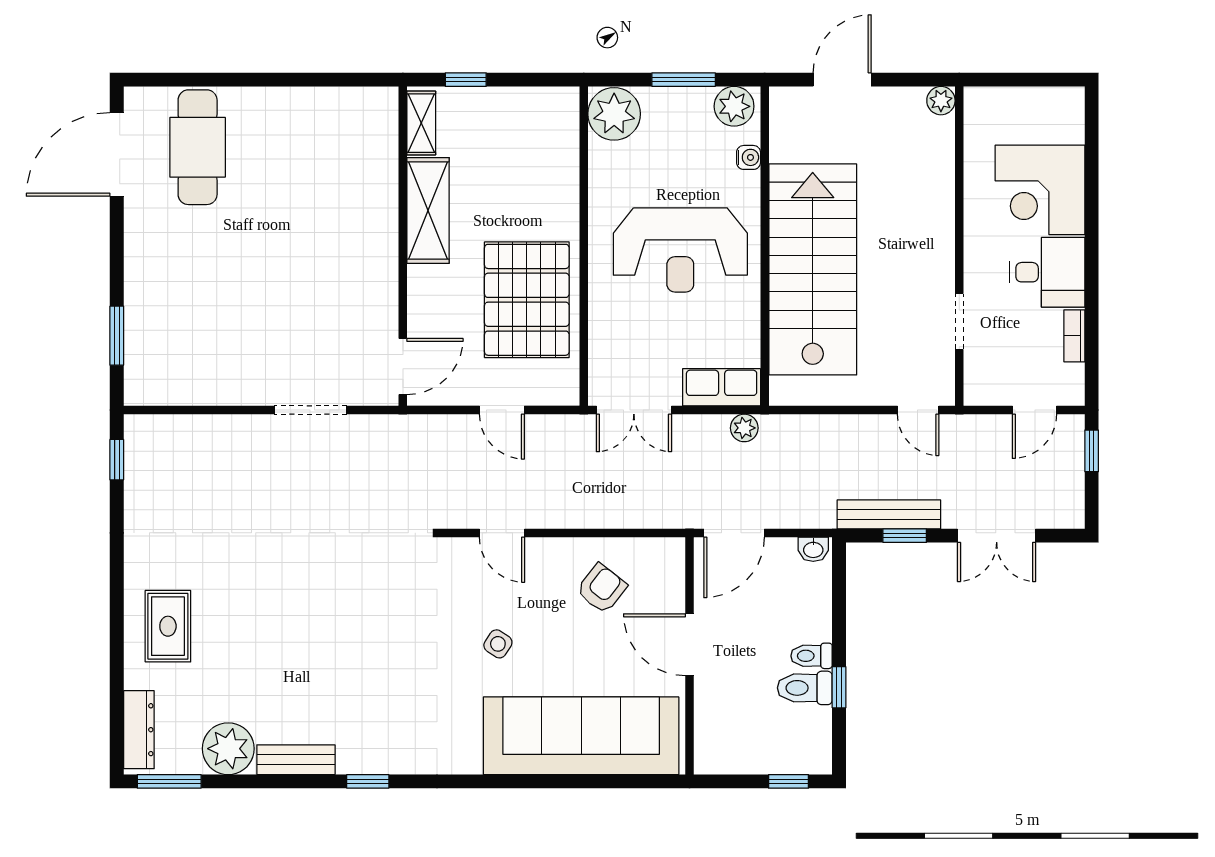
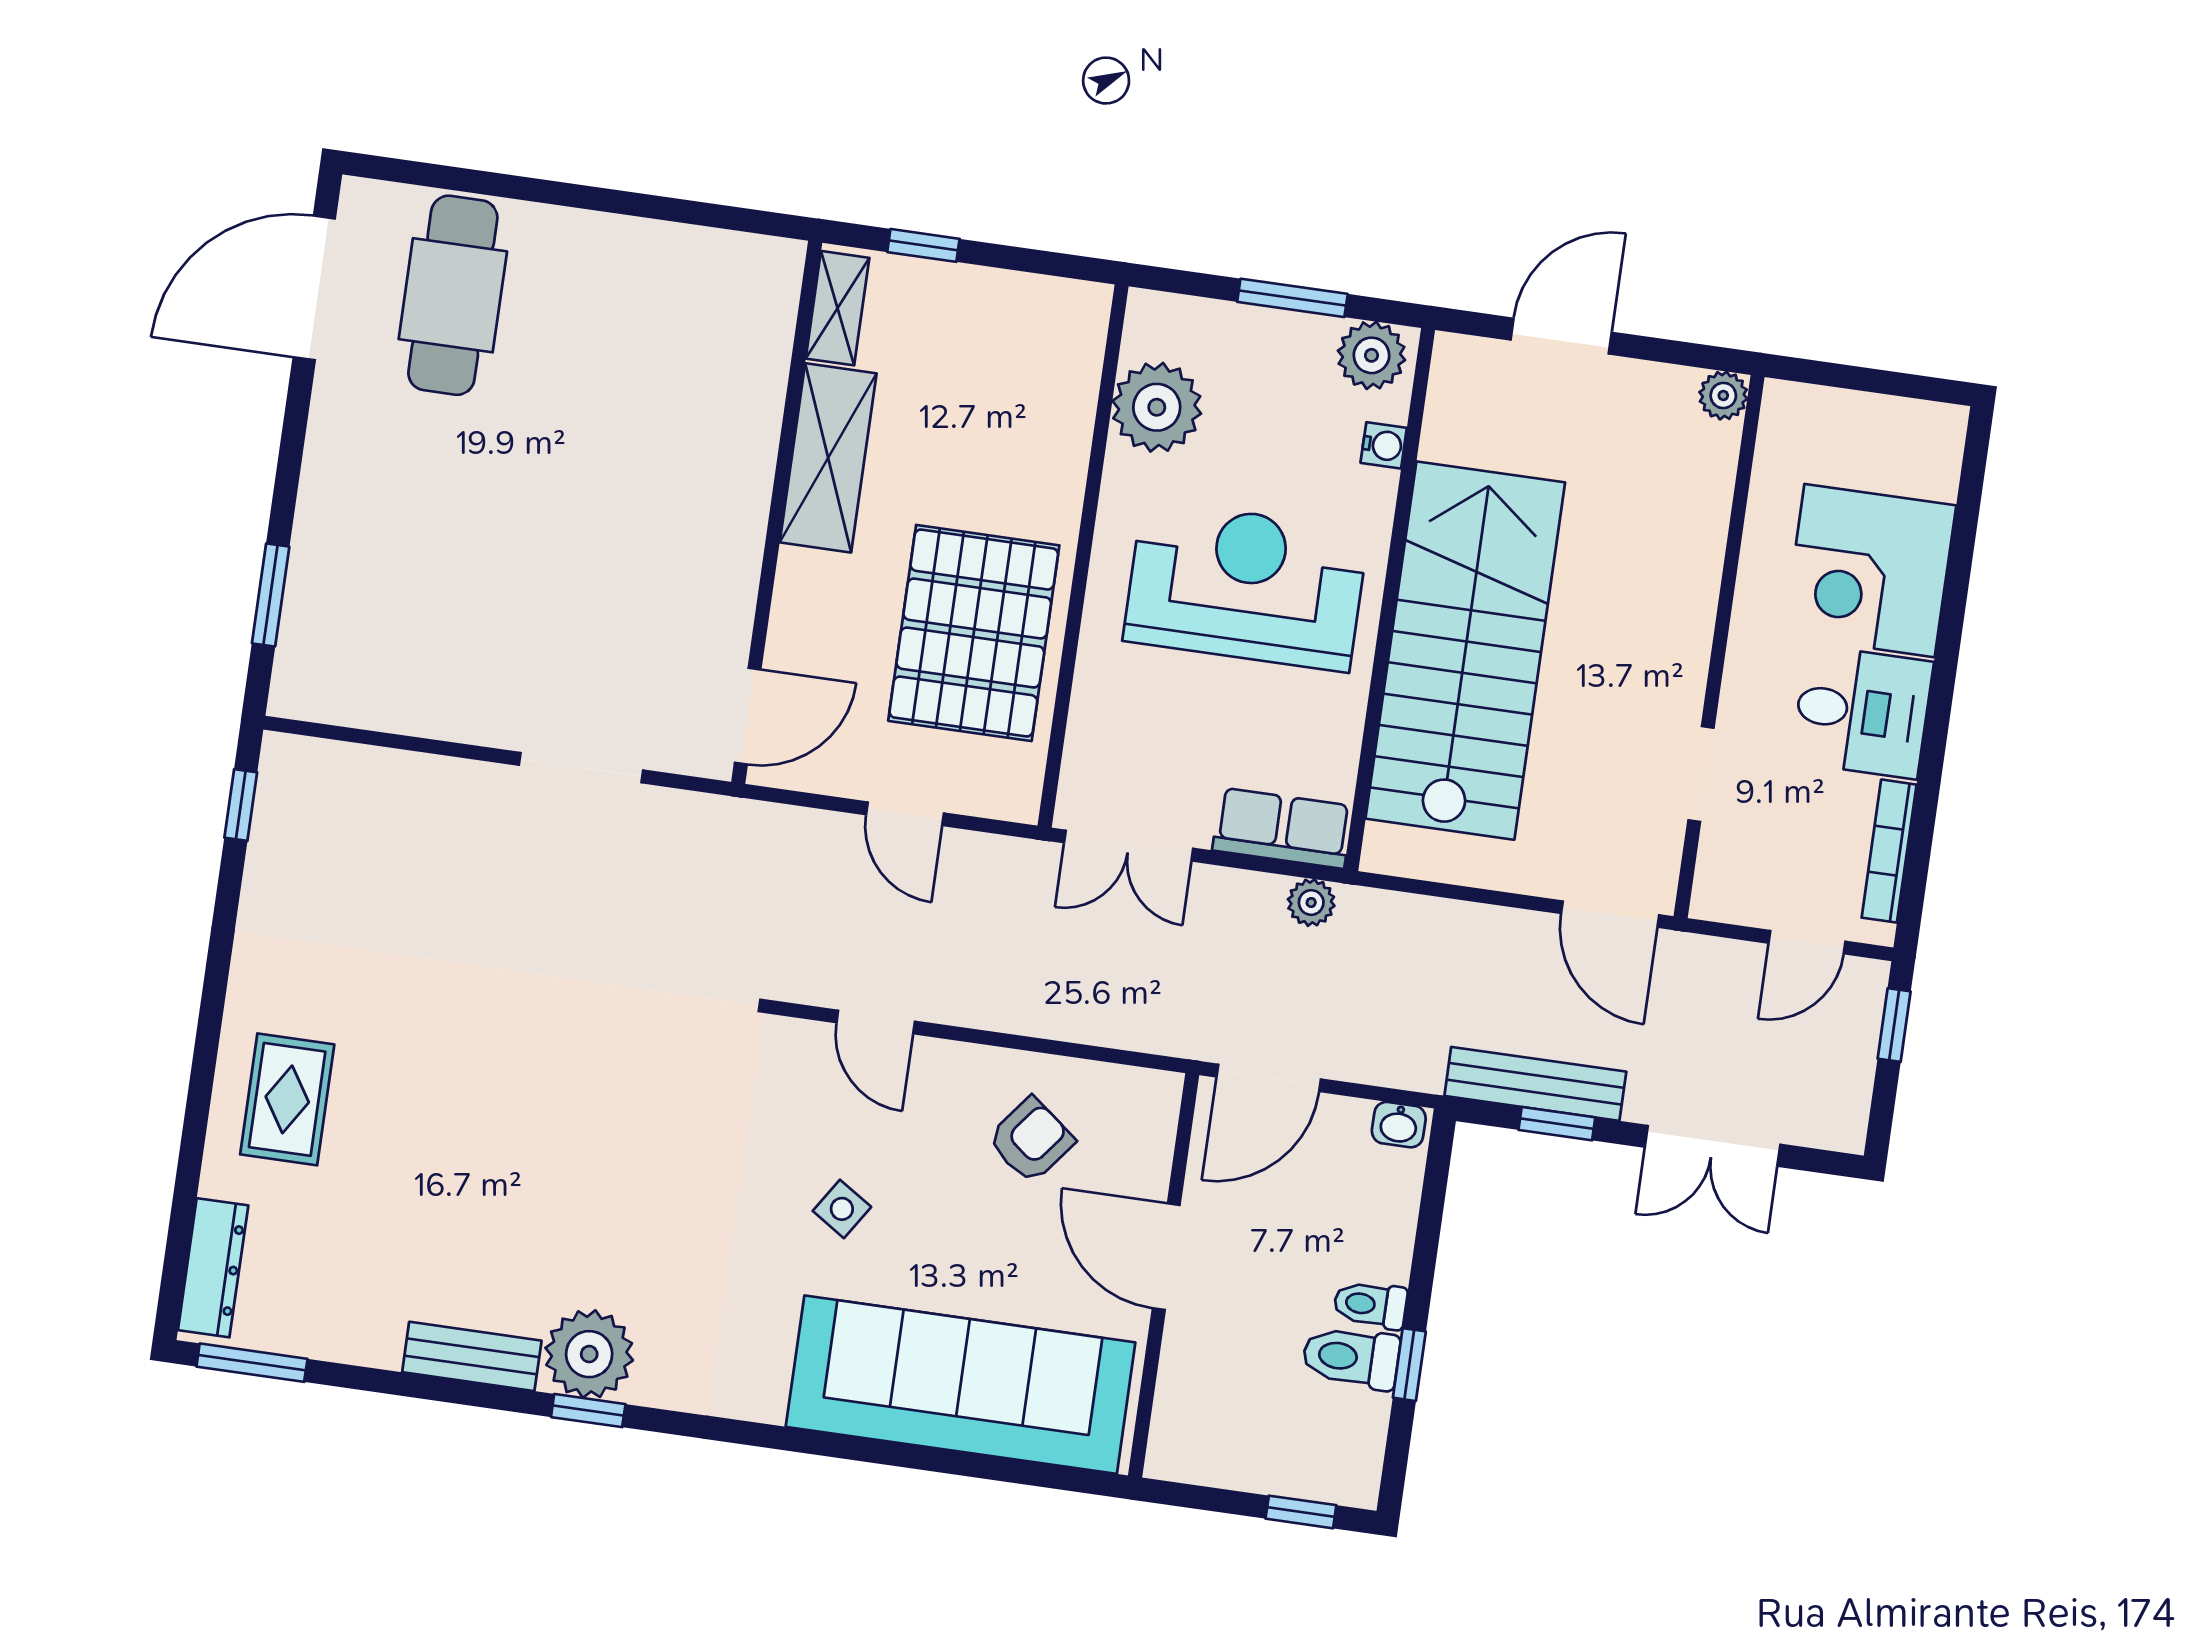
plant: (614, 114) -> (1157, 407), moved
reception desk: (680, 250) -> (1246, 586), turned 180
bookcase: (1074, 336) -> (1889, 851), width x1.56
door: (918, 410) -> (1610, 914), width x1.38
plant: (228, 749) -> (589, 1354), moved

